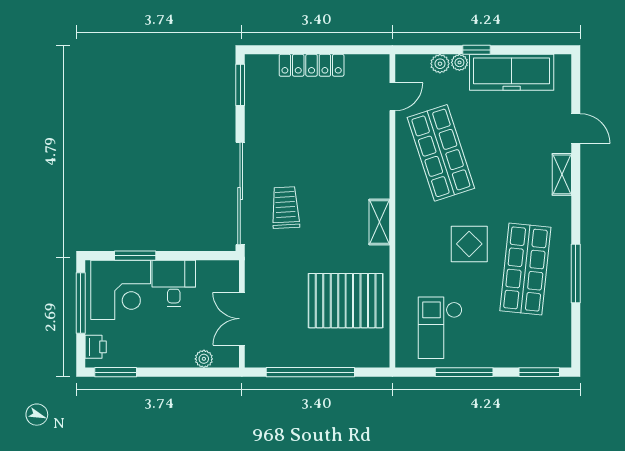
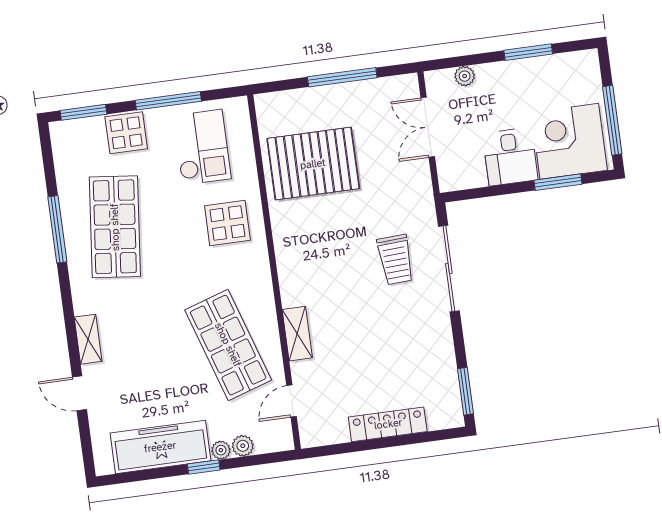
sliding door: (240, 193) -> (449, 268), width x0.73
shelving: (379, 222) -> (297, 334), moved
display table: (469, 244) -> (227, 223), moved
double door: (242, 319) -> (428, 127), swing flipped
printer: (96, 347) -> (589, 73), removed
display table: (505, 349) -> (126, 133), added
window: (116, 372) -> (528, 52), moved
window: (310, 372) -> (342, 77), width x0.68

